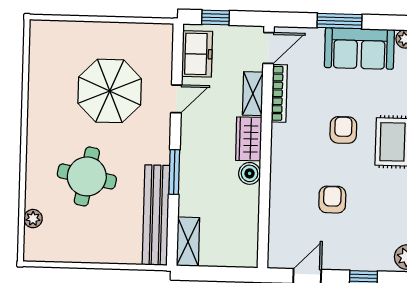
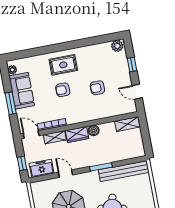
shelving: (188, 242) -> (128, 124), moved

